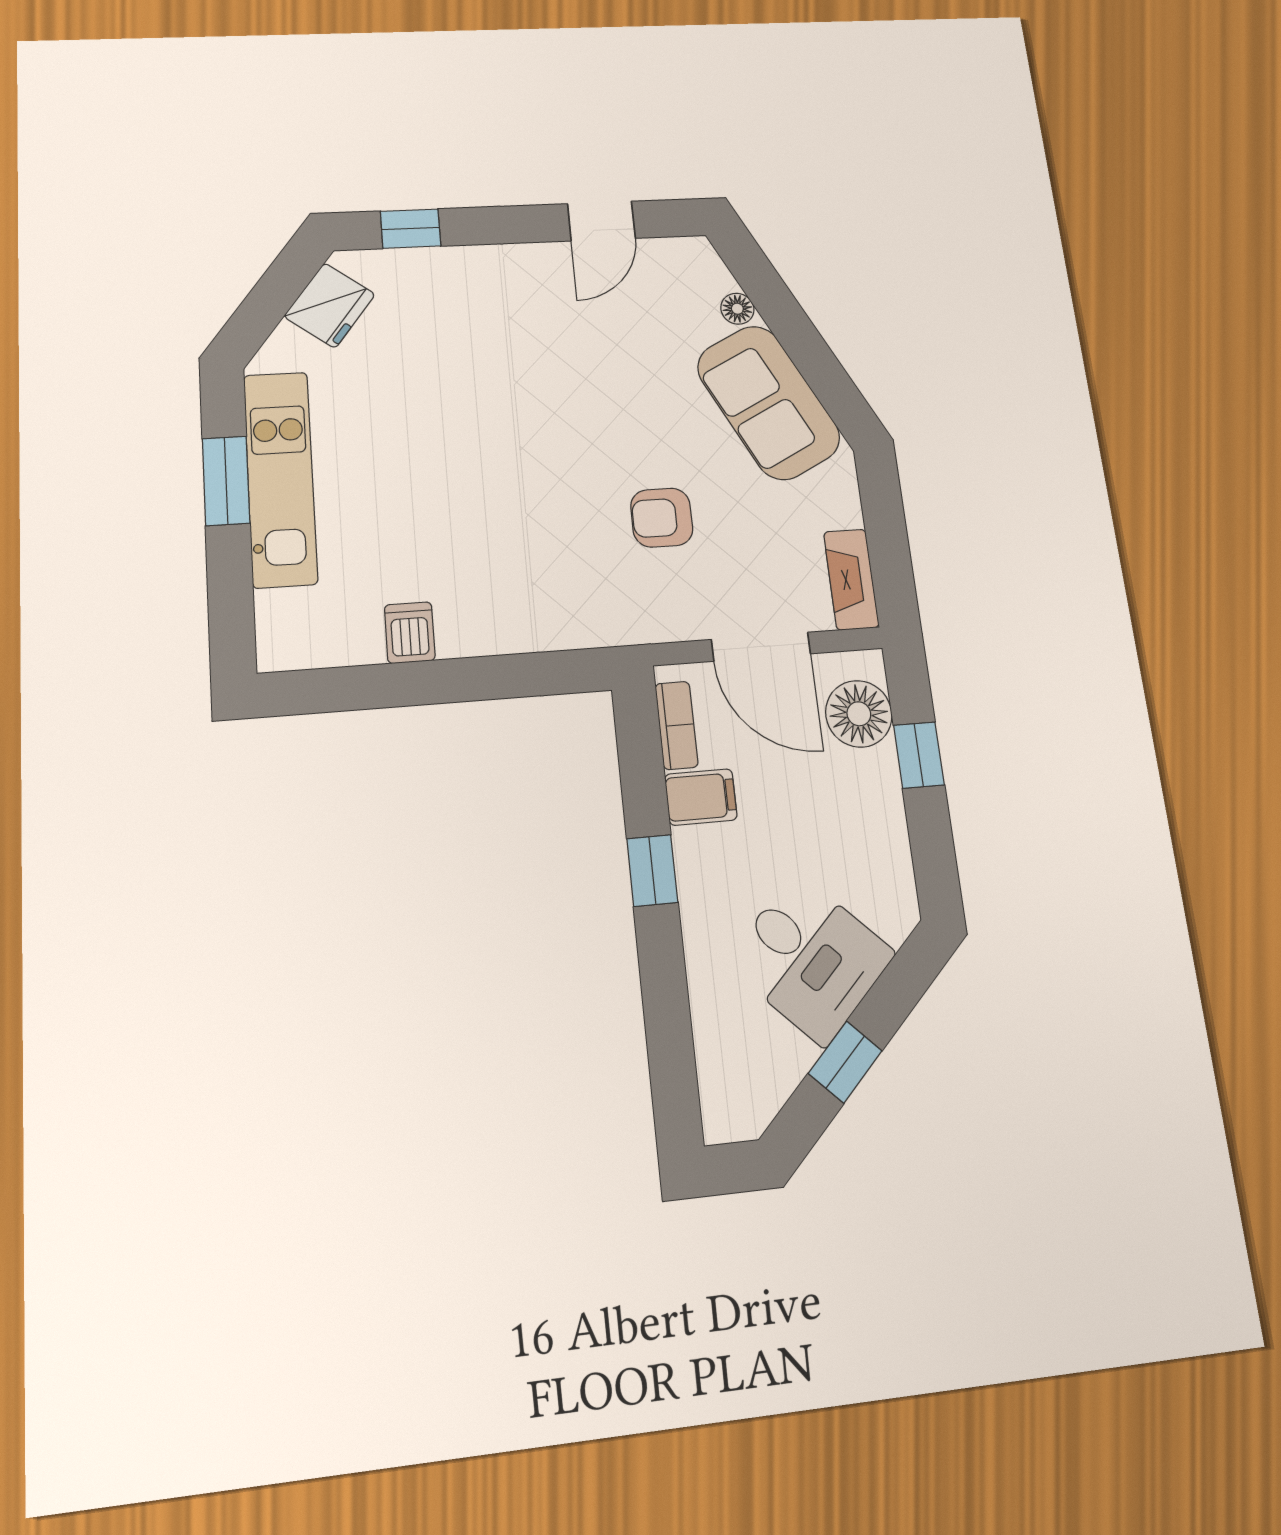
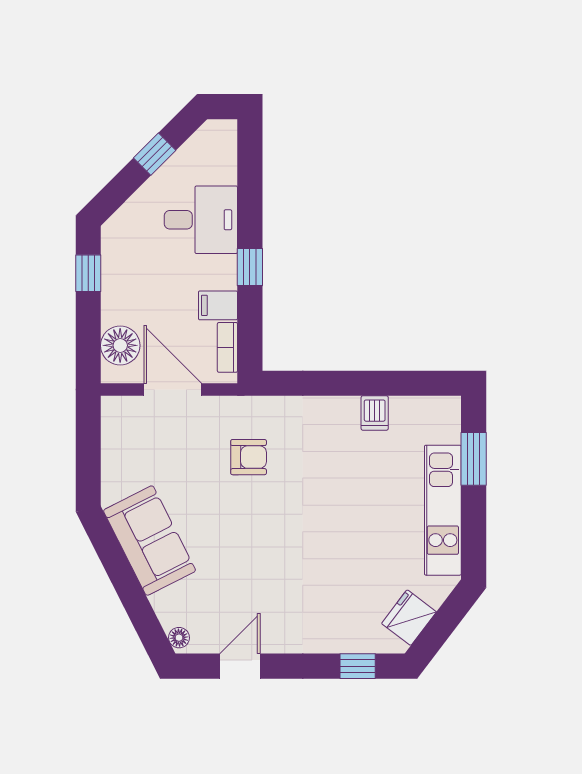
floor lamp: (737, 309) -> (179, 638), moved
window: (226, 481) -> (474, 459), moved
armchair: (662, 518) -> (249, 457), moved
fireplace: (851, 579) -> (114, 426), removed
window: (919, 755) -> (88, 273), moved
desk: (810, 958) -> (201, 220), moved, turned 135

